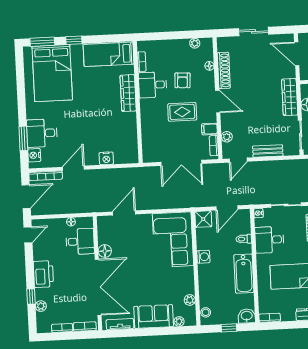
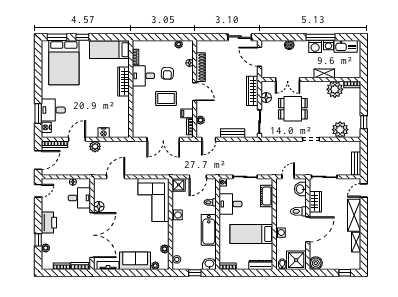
sliding door: (253, 31) -> (240, 37), moved
plant: (97, 176) -> (95, 146), added

